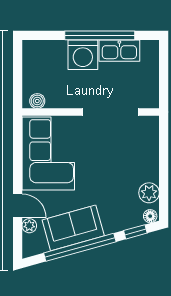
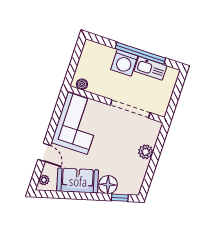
plant: (149, 193) -> (146, 152), moved
floor lamp: (150, 216) -> (108, 185), moved, width x1.89, depth x1.89
plant: (29, 226) -> (44, 180), moved
window: (80, 247) -> (78, 196), removed

